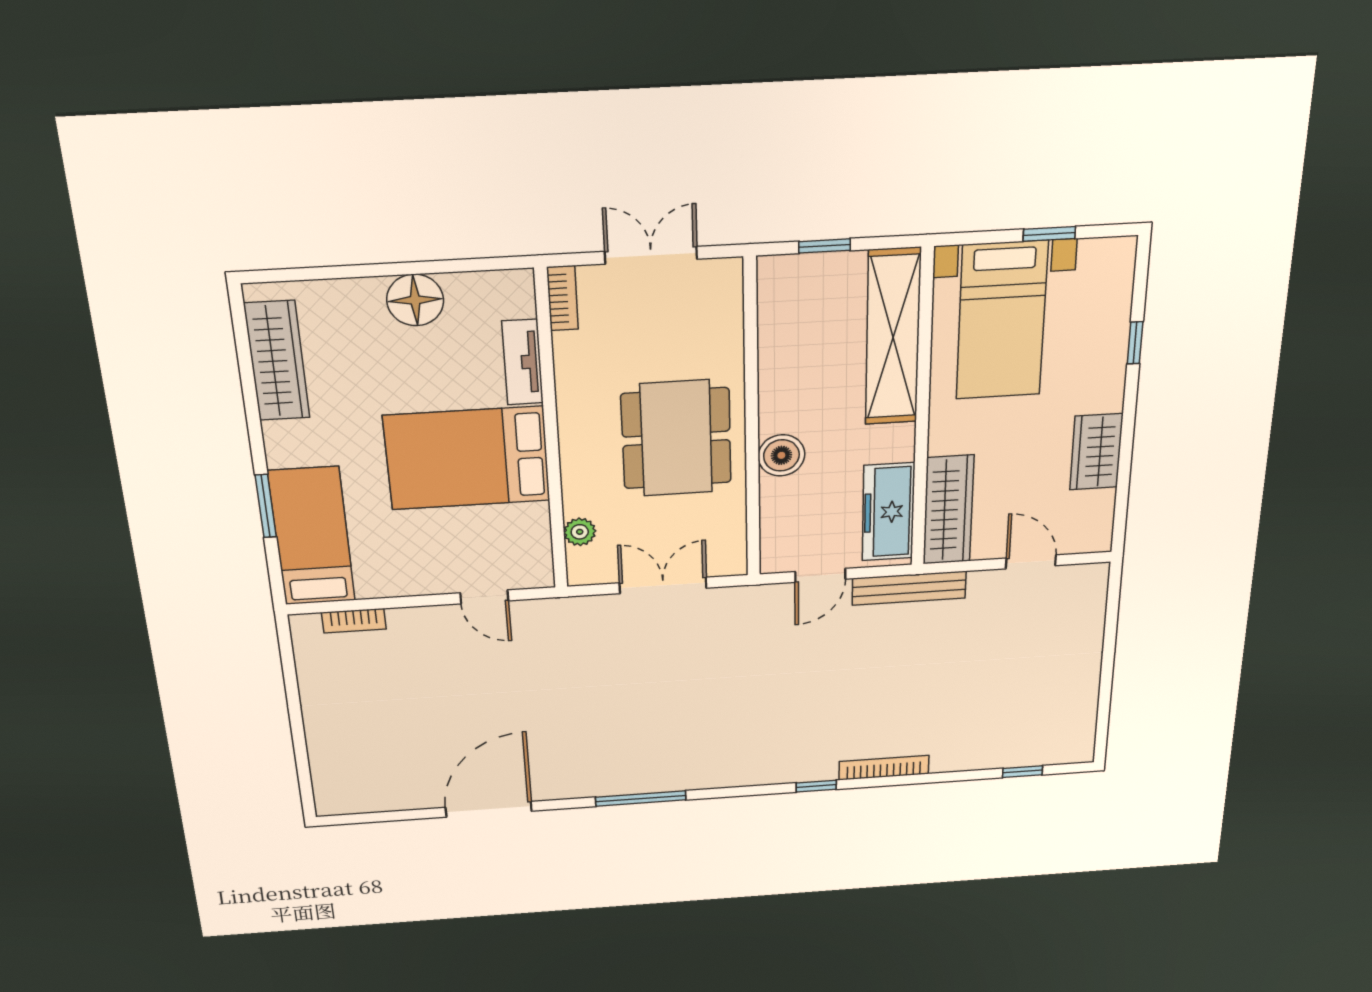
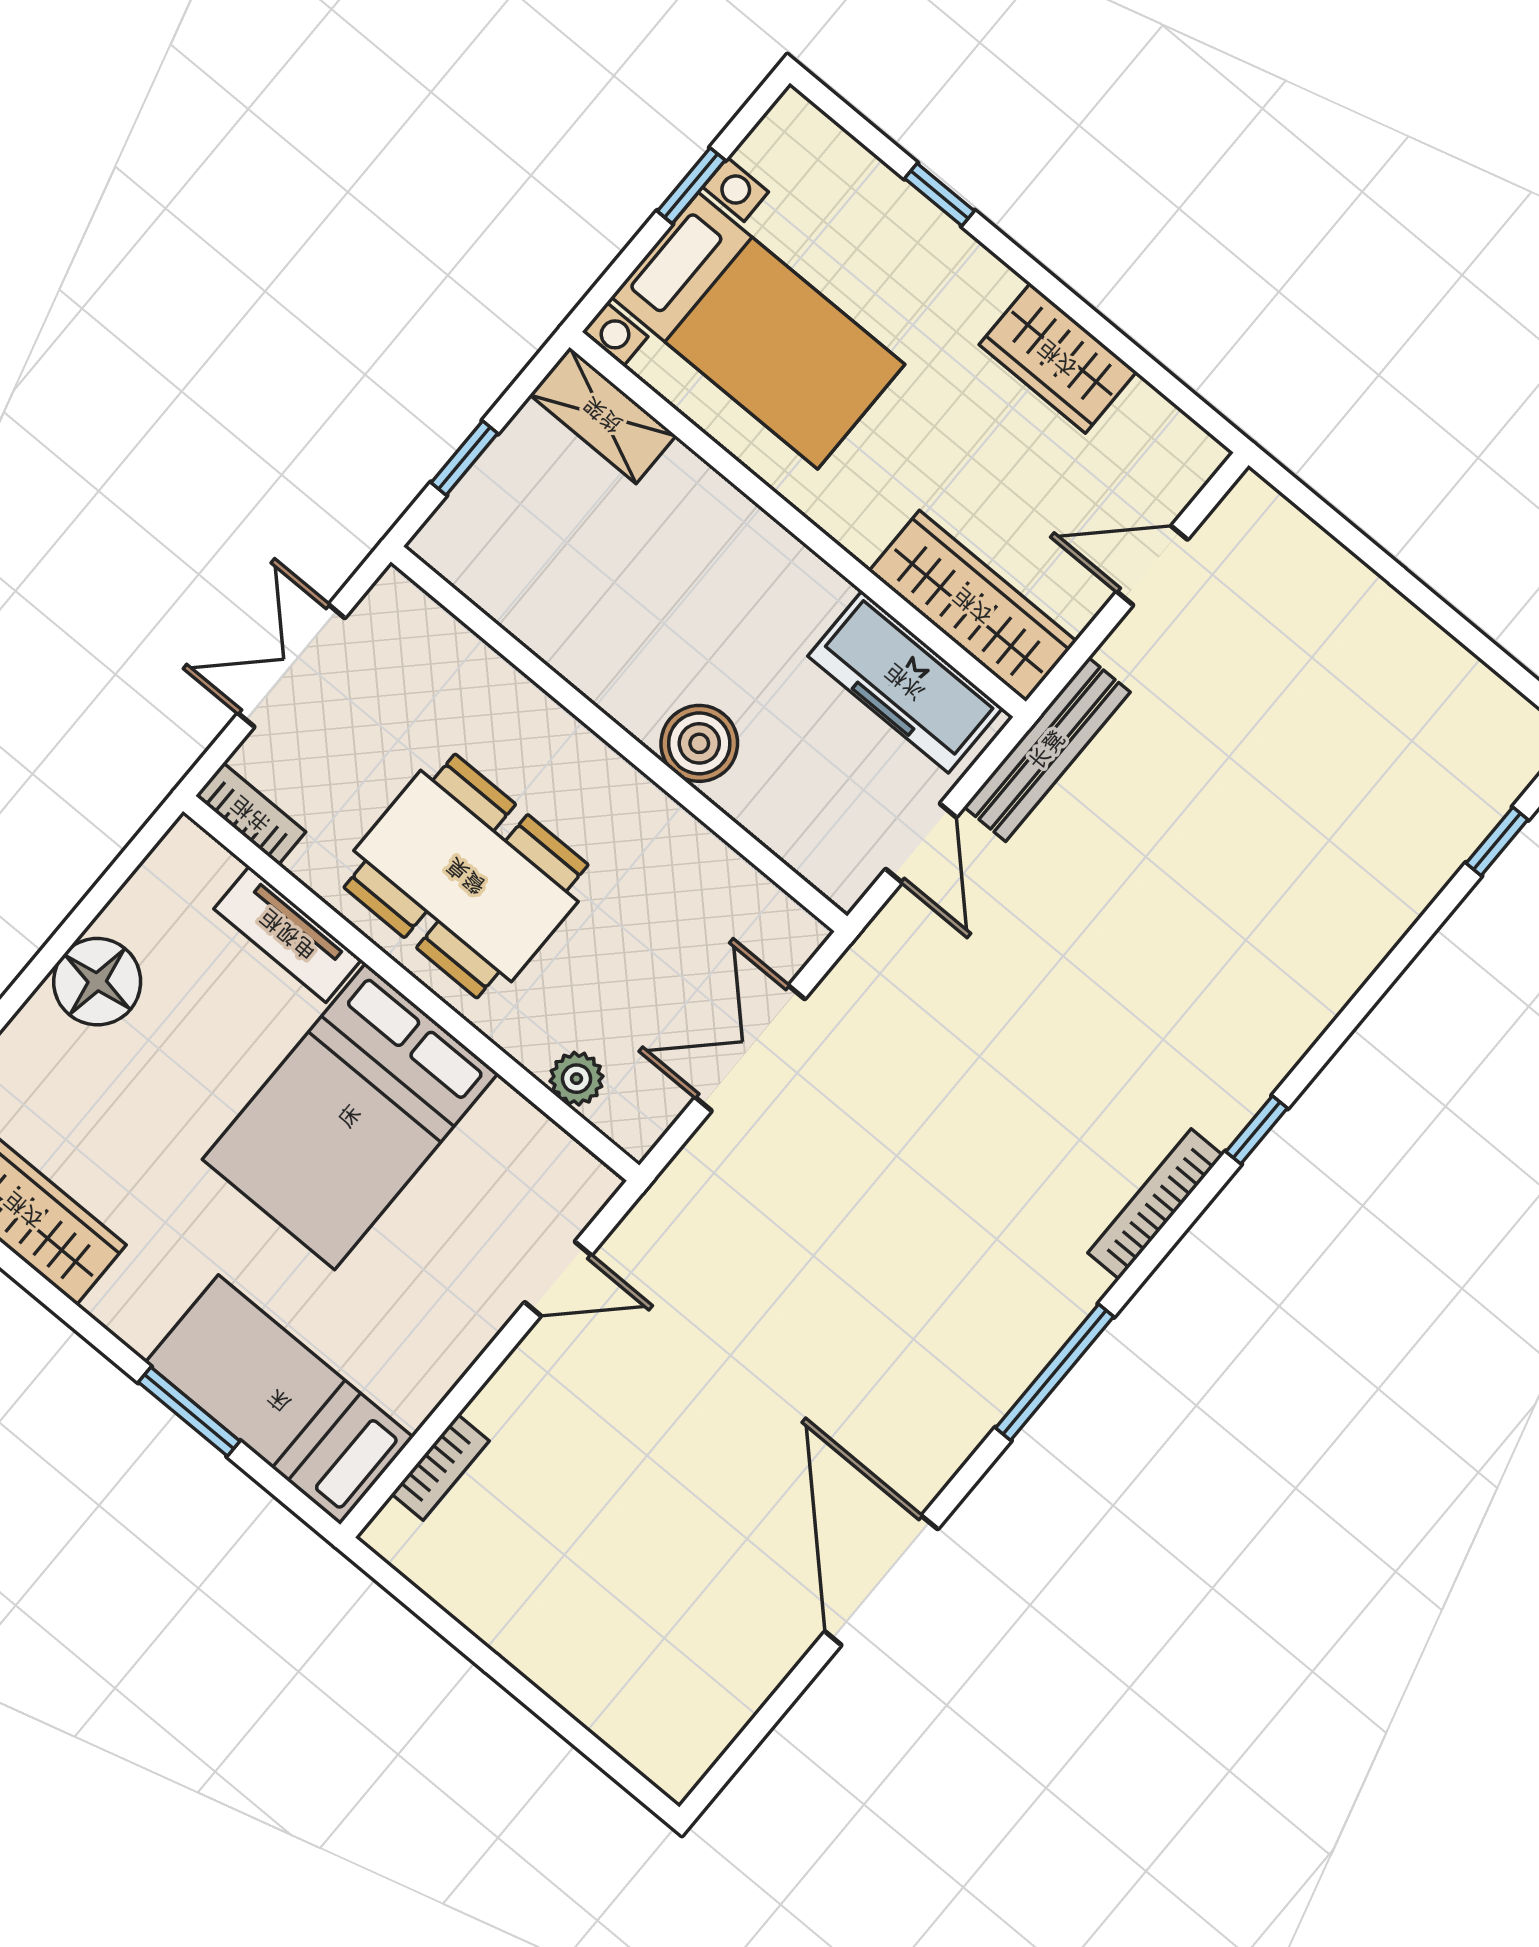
shelving: (893, 337) -> (603, 415), width x0.45, depth x0.75
dining table: (676, 438) -> (466, 876), moved
bookcase: (884, 768) -> (1155, 1204), moved

